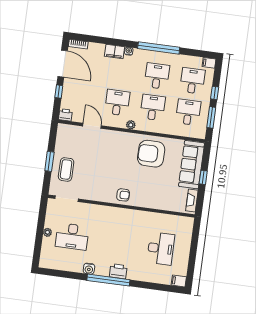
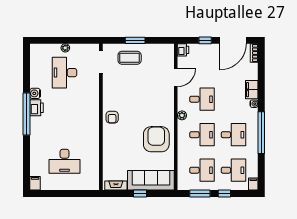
printer: (118, 271) -> (36, 108), moved

